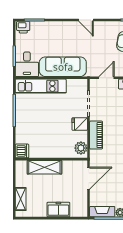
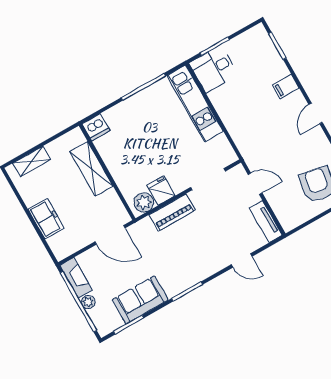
printer: (23, 27) -> (260, 36), removed
filing cabinet: (61, 28) -> (286, 87), added
sofa: (63, 67) -> (237, 118), removed
fridge: (80, 124) -> (161, 190), moved

